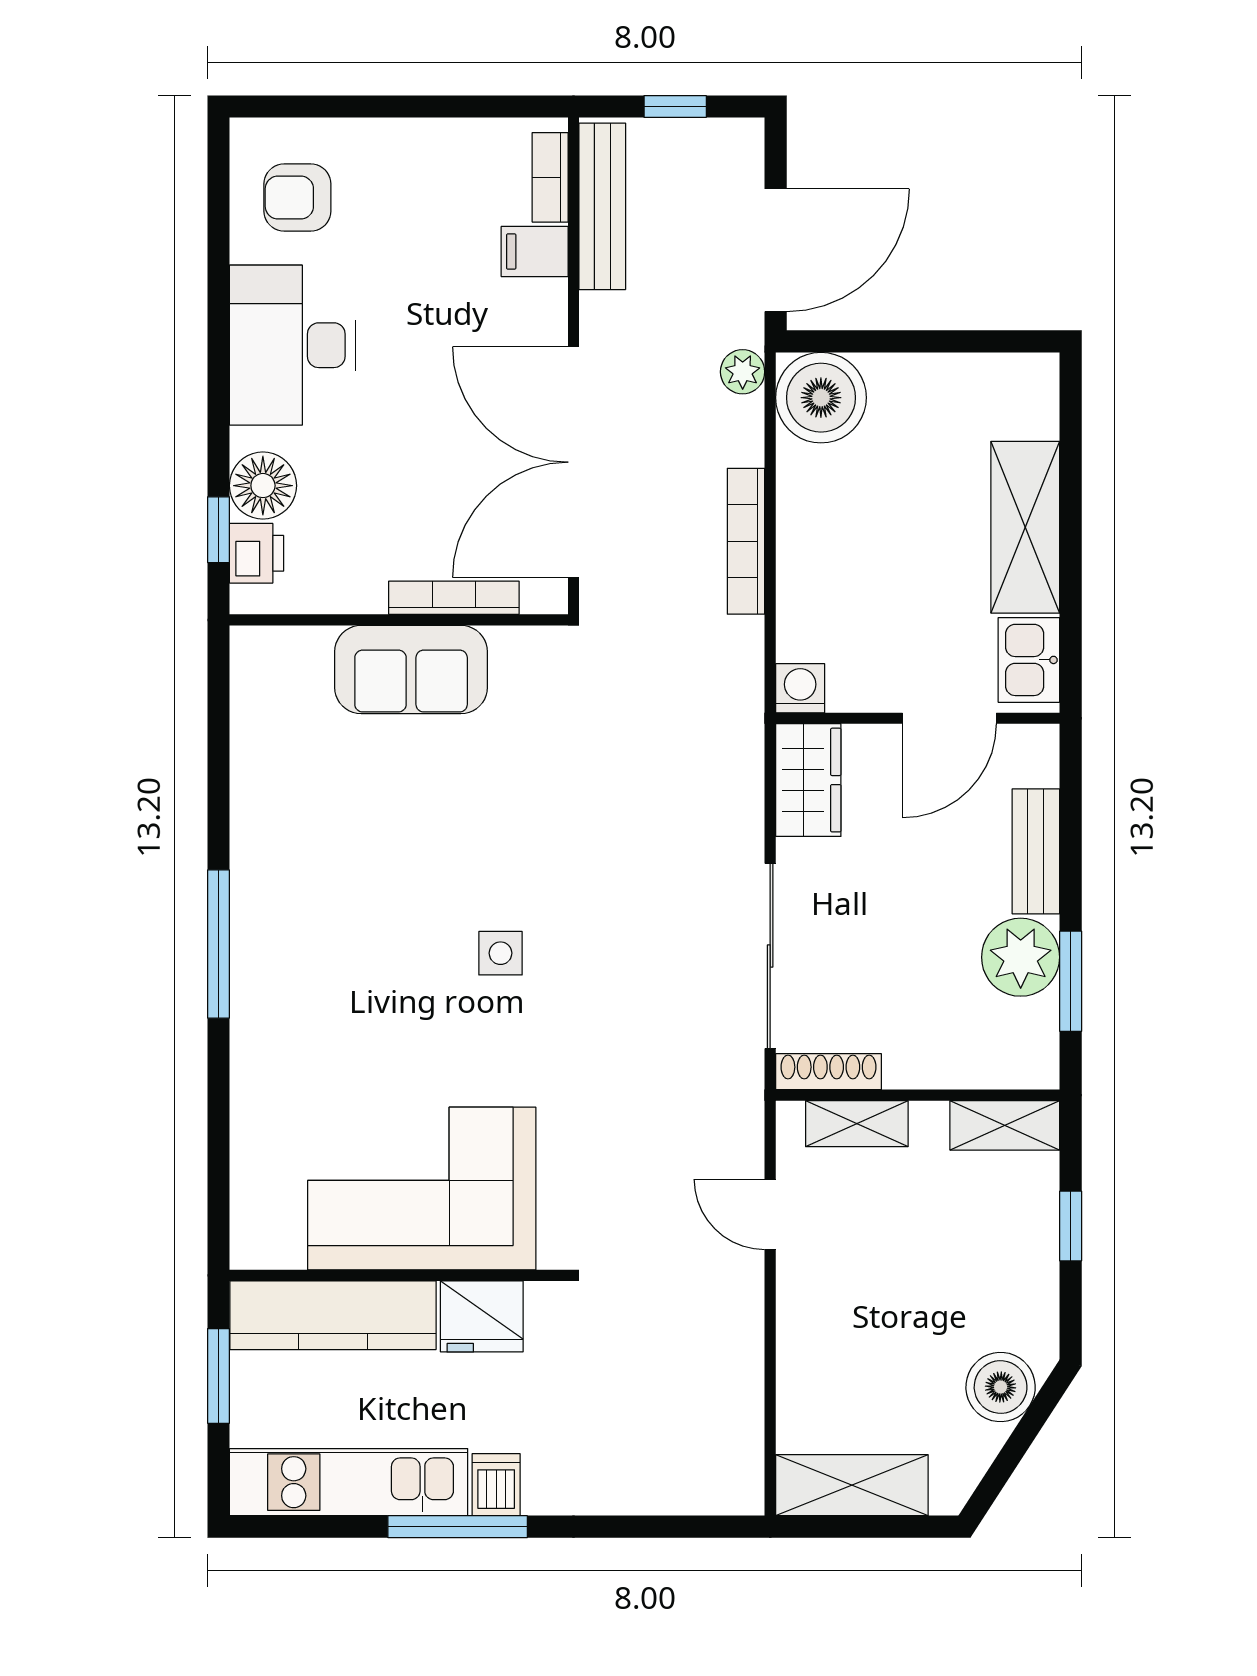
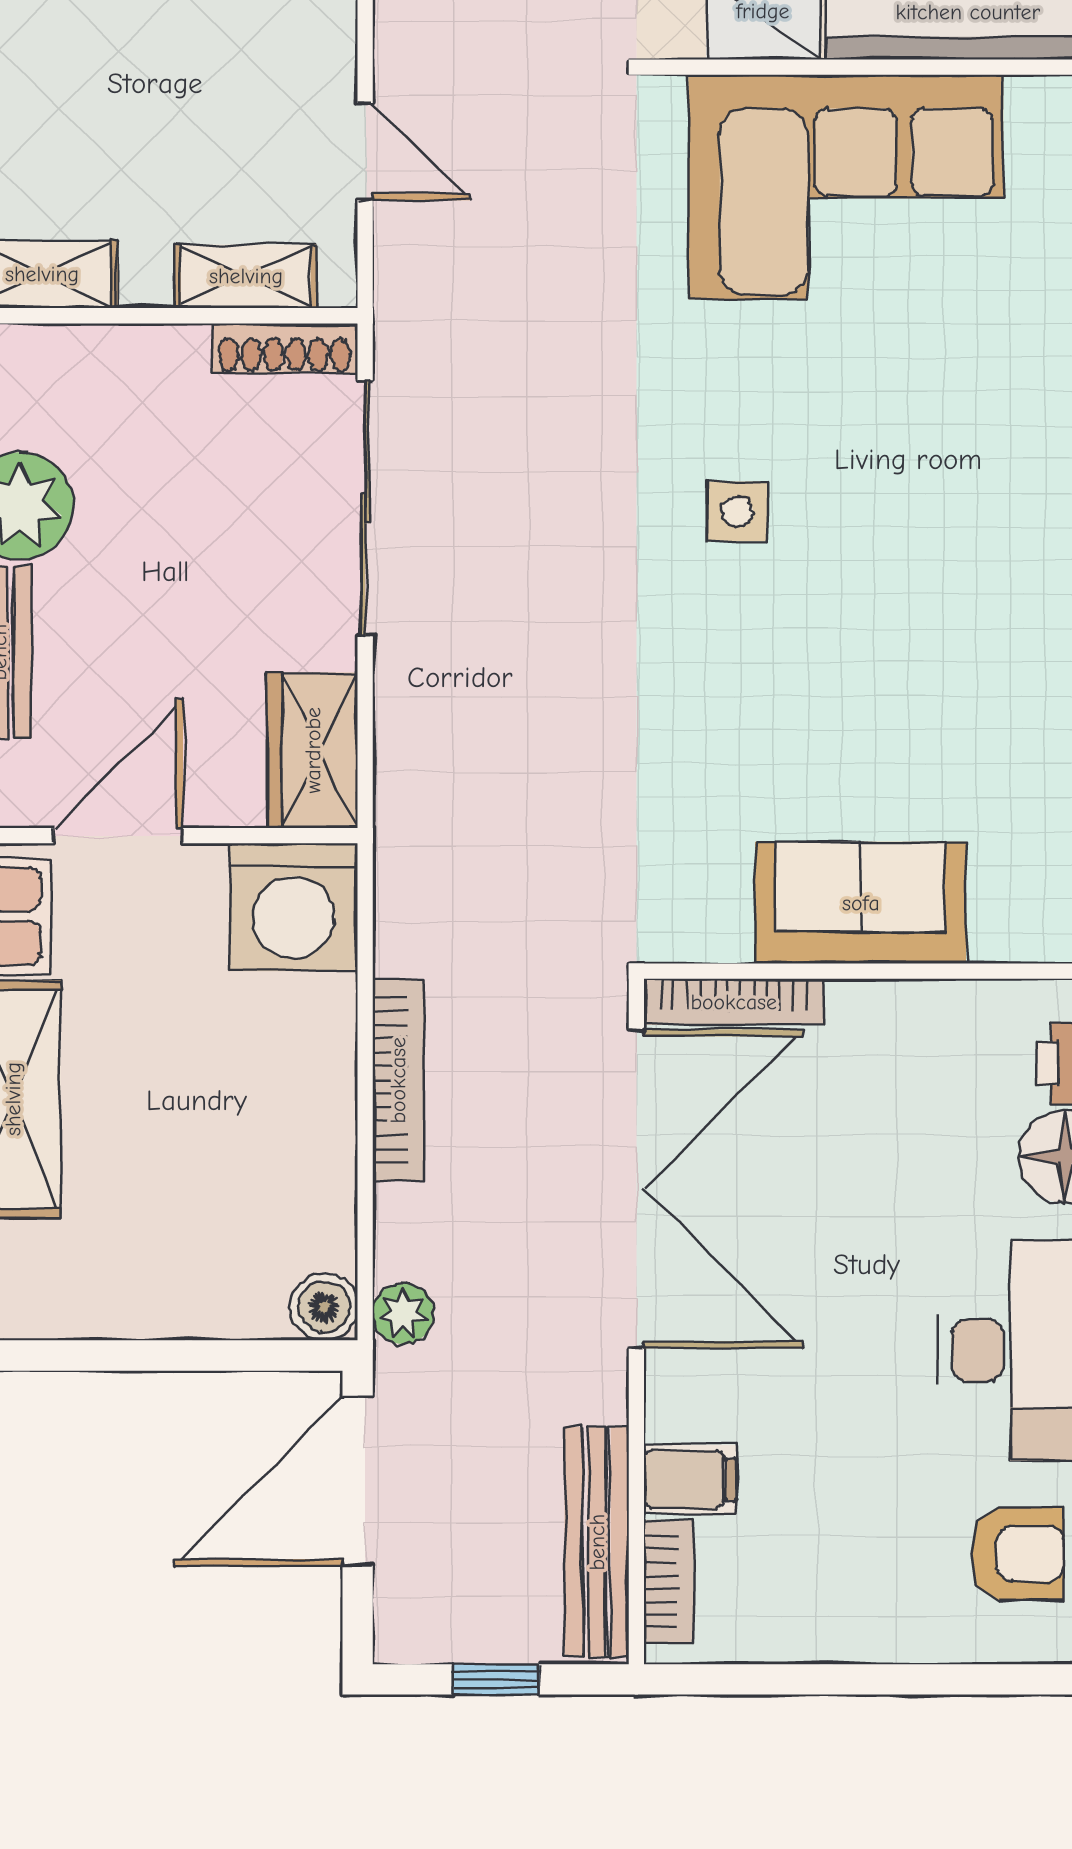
boiler: (821, 398) -> (324, 1307), width x0.54, depth x0.54
bookcase: (454, 598) -> (734, 1002), moved
washing machine: (800, 688) -> (294, 907), width x1.89, depth x1.89

